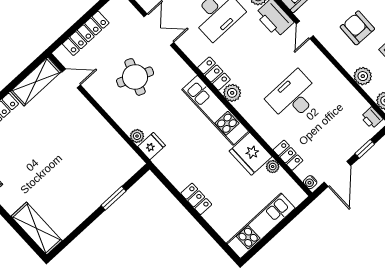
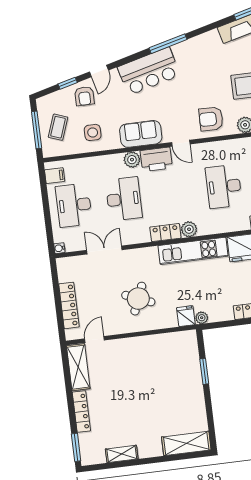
armchair: (357, 28) -> (211, 119), moved
round table: (135, 77) -> (138, 299), moved
plant: (137, 136) -> (202, 318), moved

